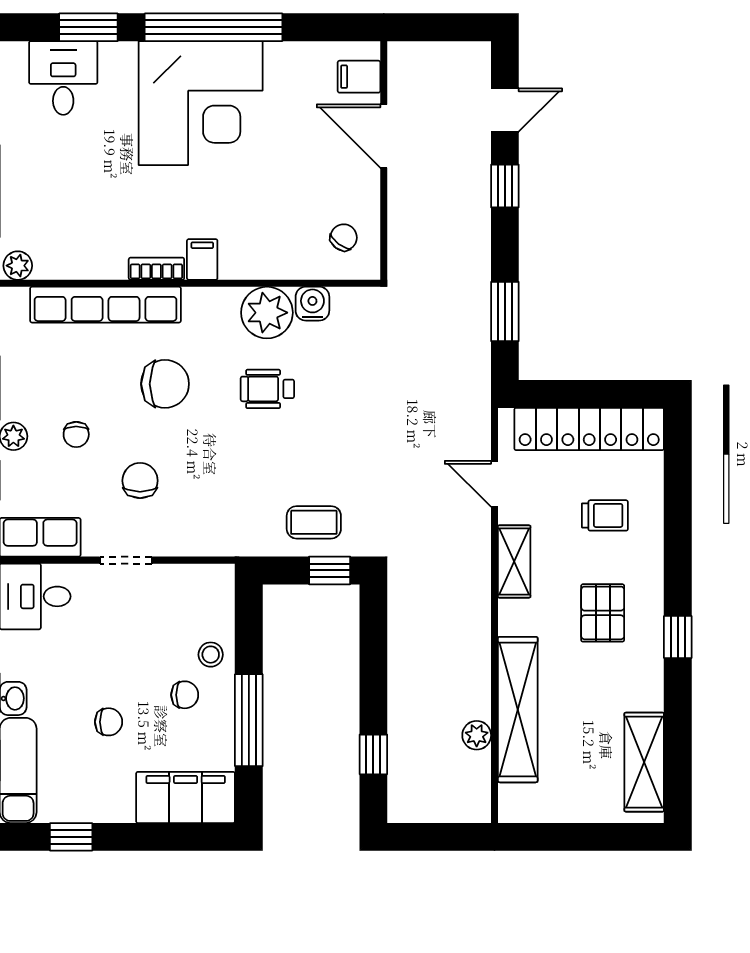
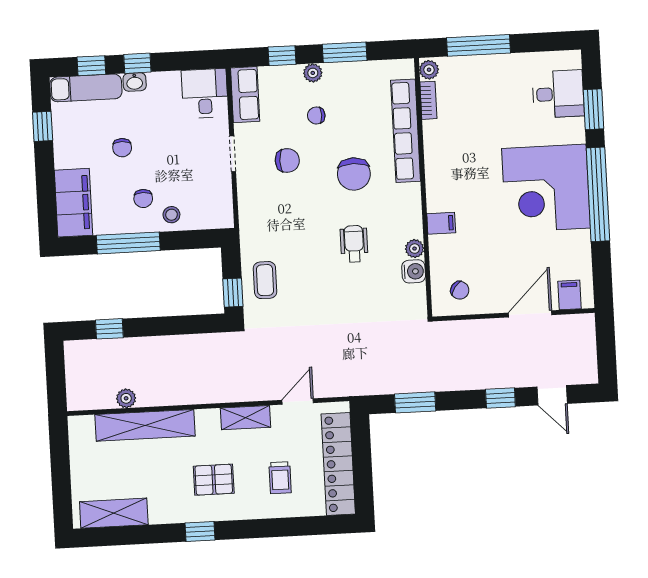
filing cabinet: (202, 259) -> (441, 223), moved
bookcase: (156, 269) -> (428, 100), moved
plant: (267, 313) -> (415, 249), width x0.53, depth x0.53

